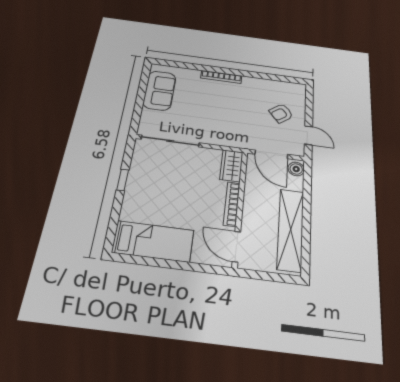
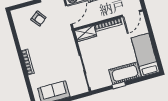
cot: (138, 197) -> (125, 73), added

